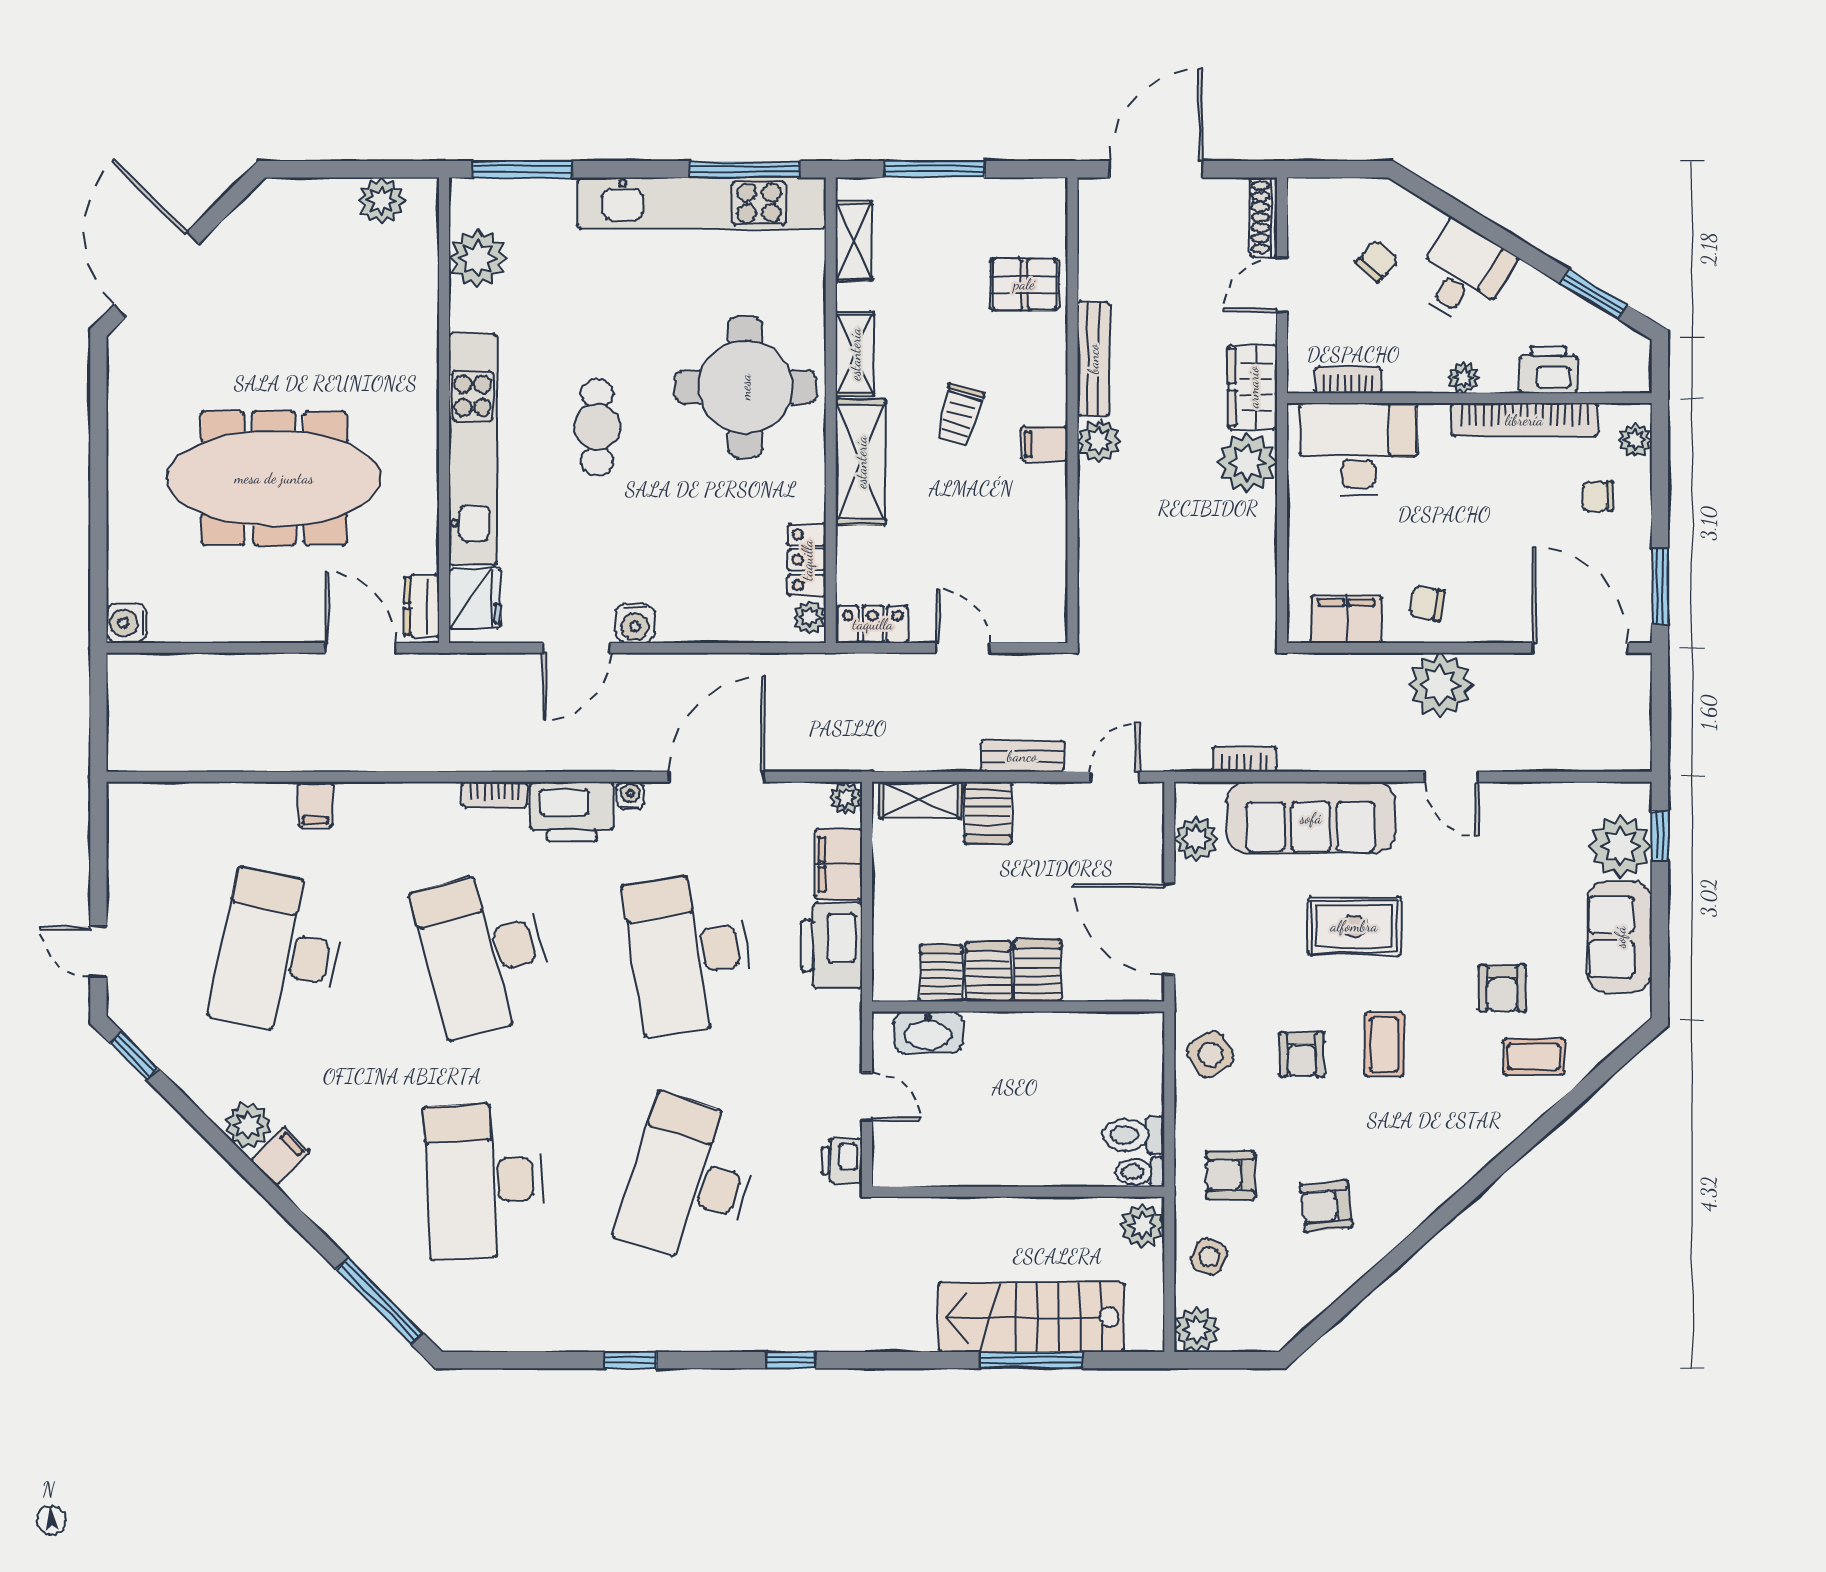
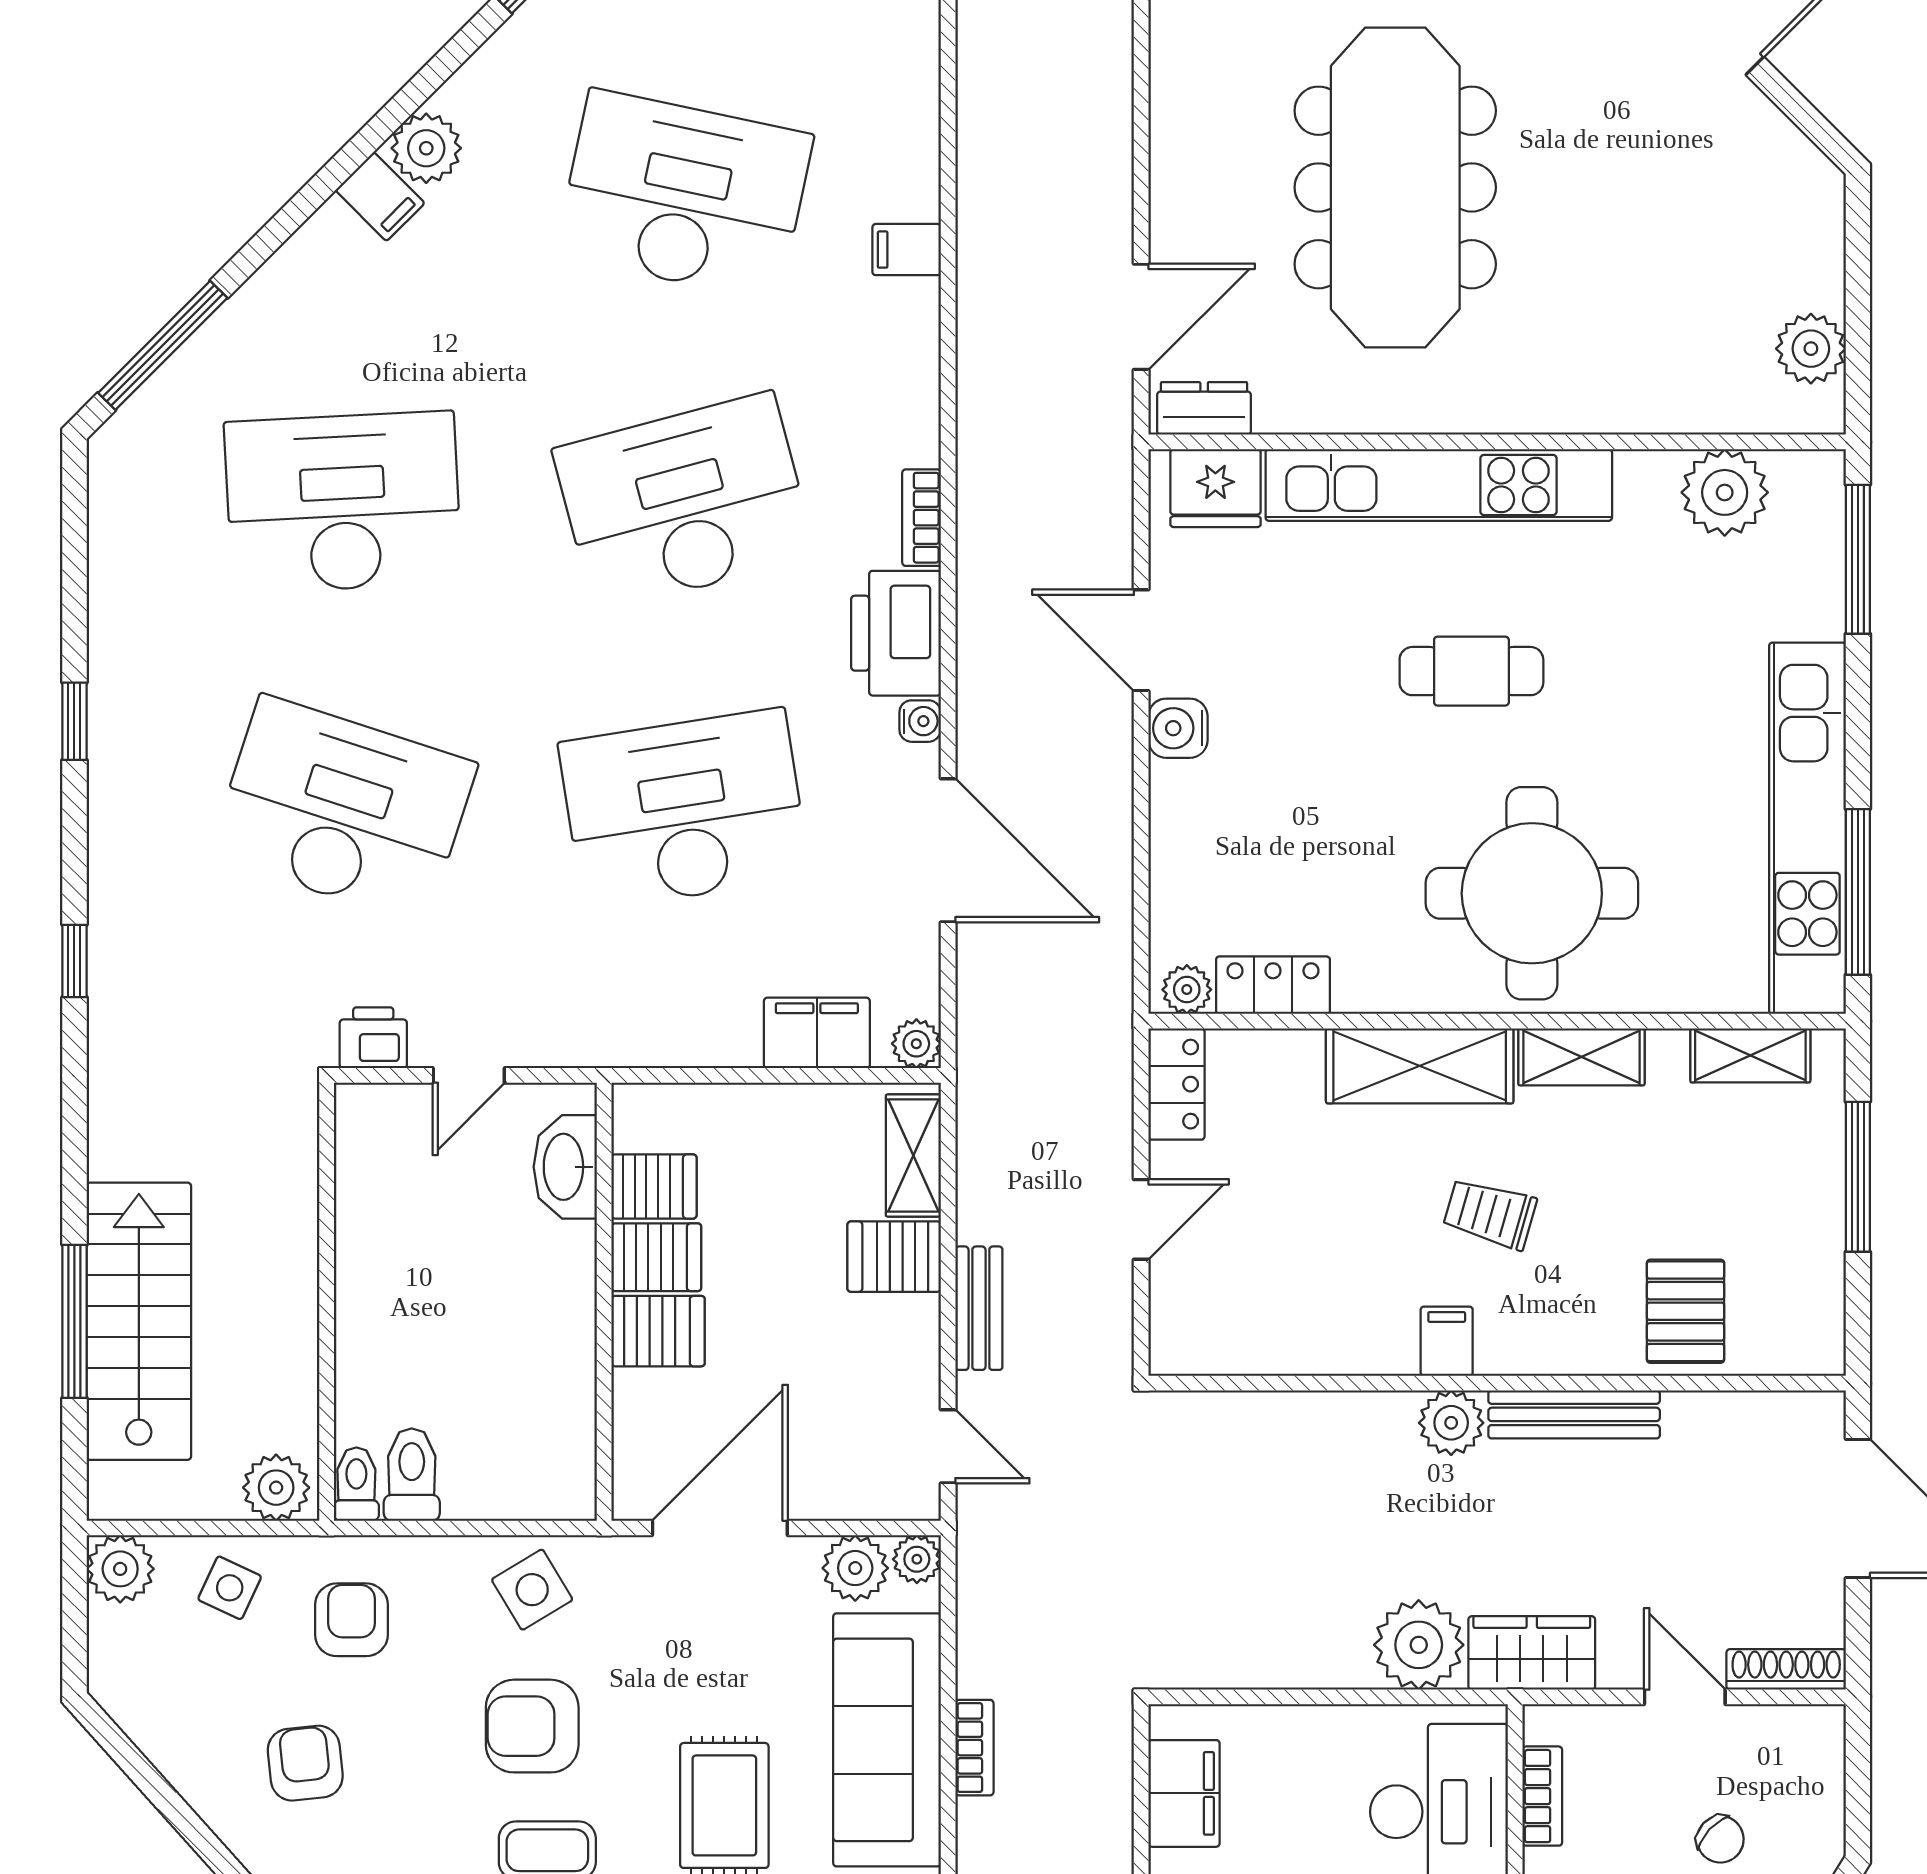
bookcase: (1244, 759) -> (974, 1748), moved
plant: (1190, 798) -> (917, 1559), added
printer: (832, 946) -> (695, 1022), removed
armchair: (1301, 1054) -> (532, 1726), width x1.38, depth x1.38

